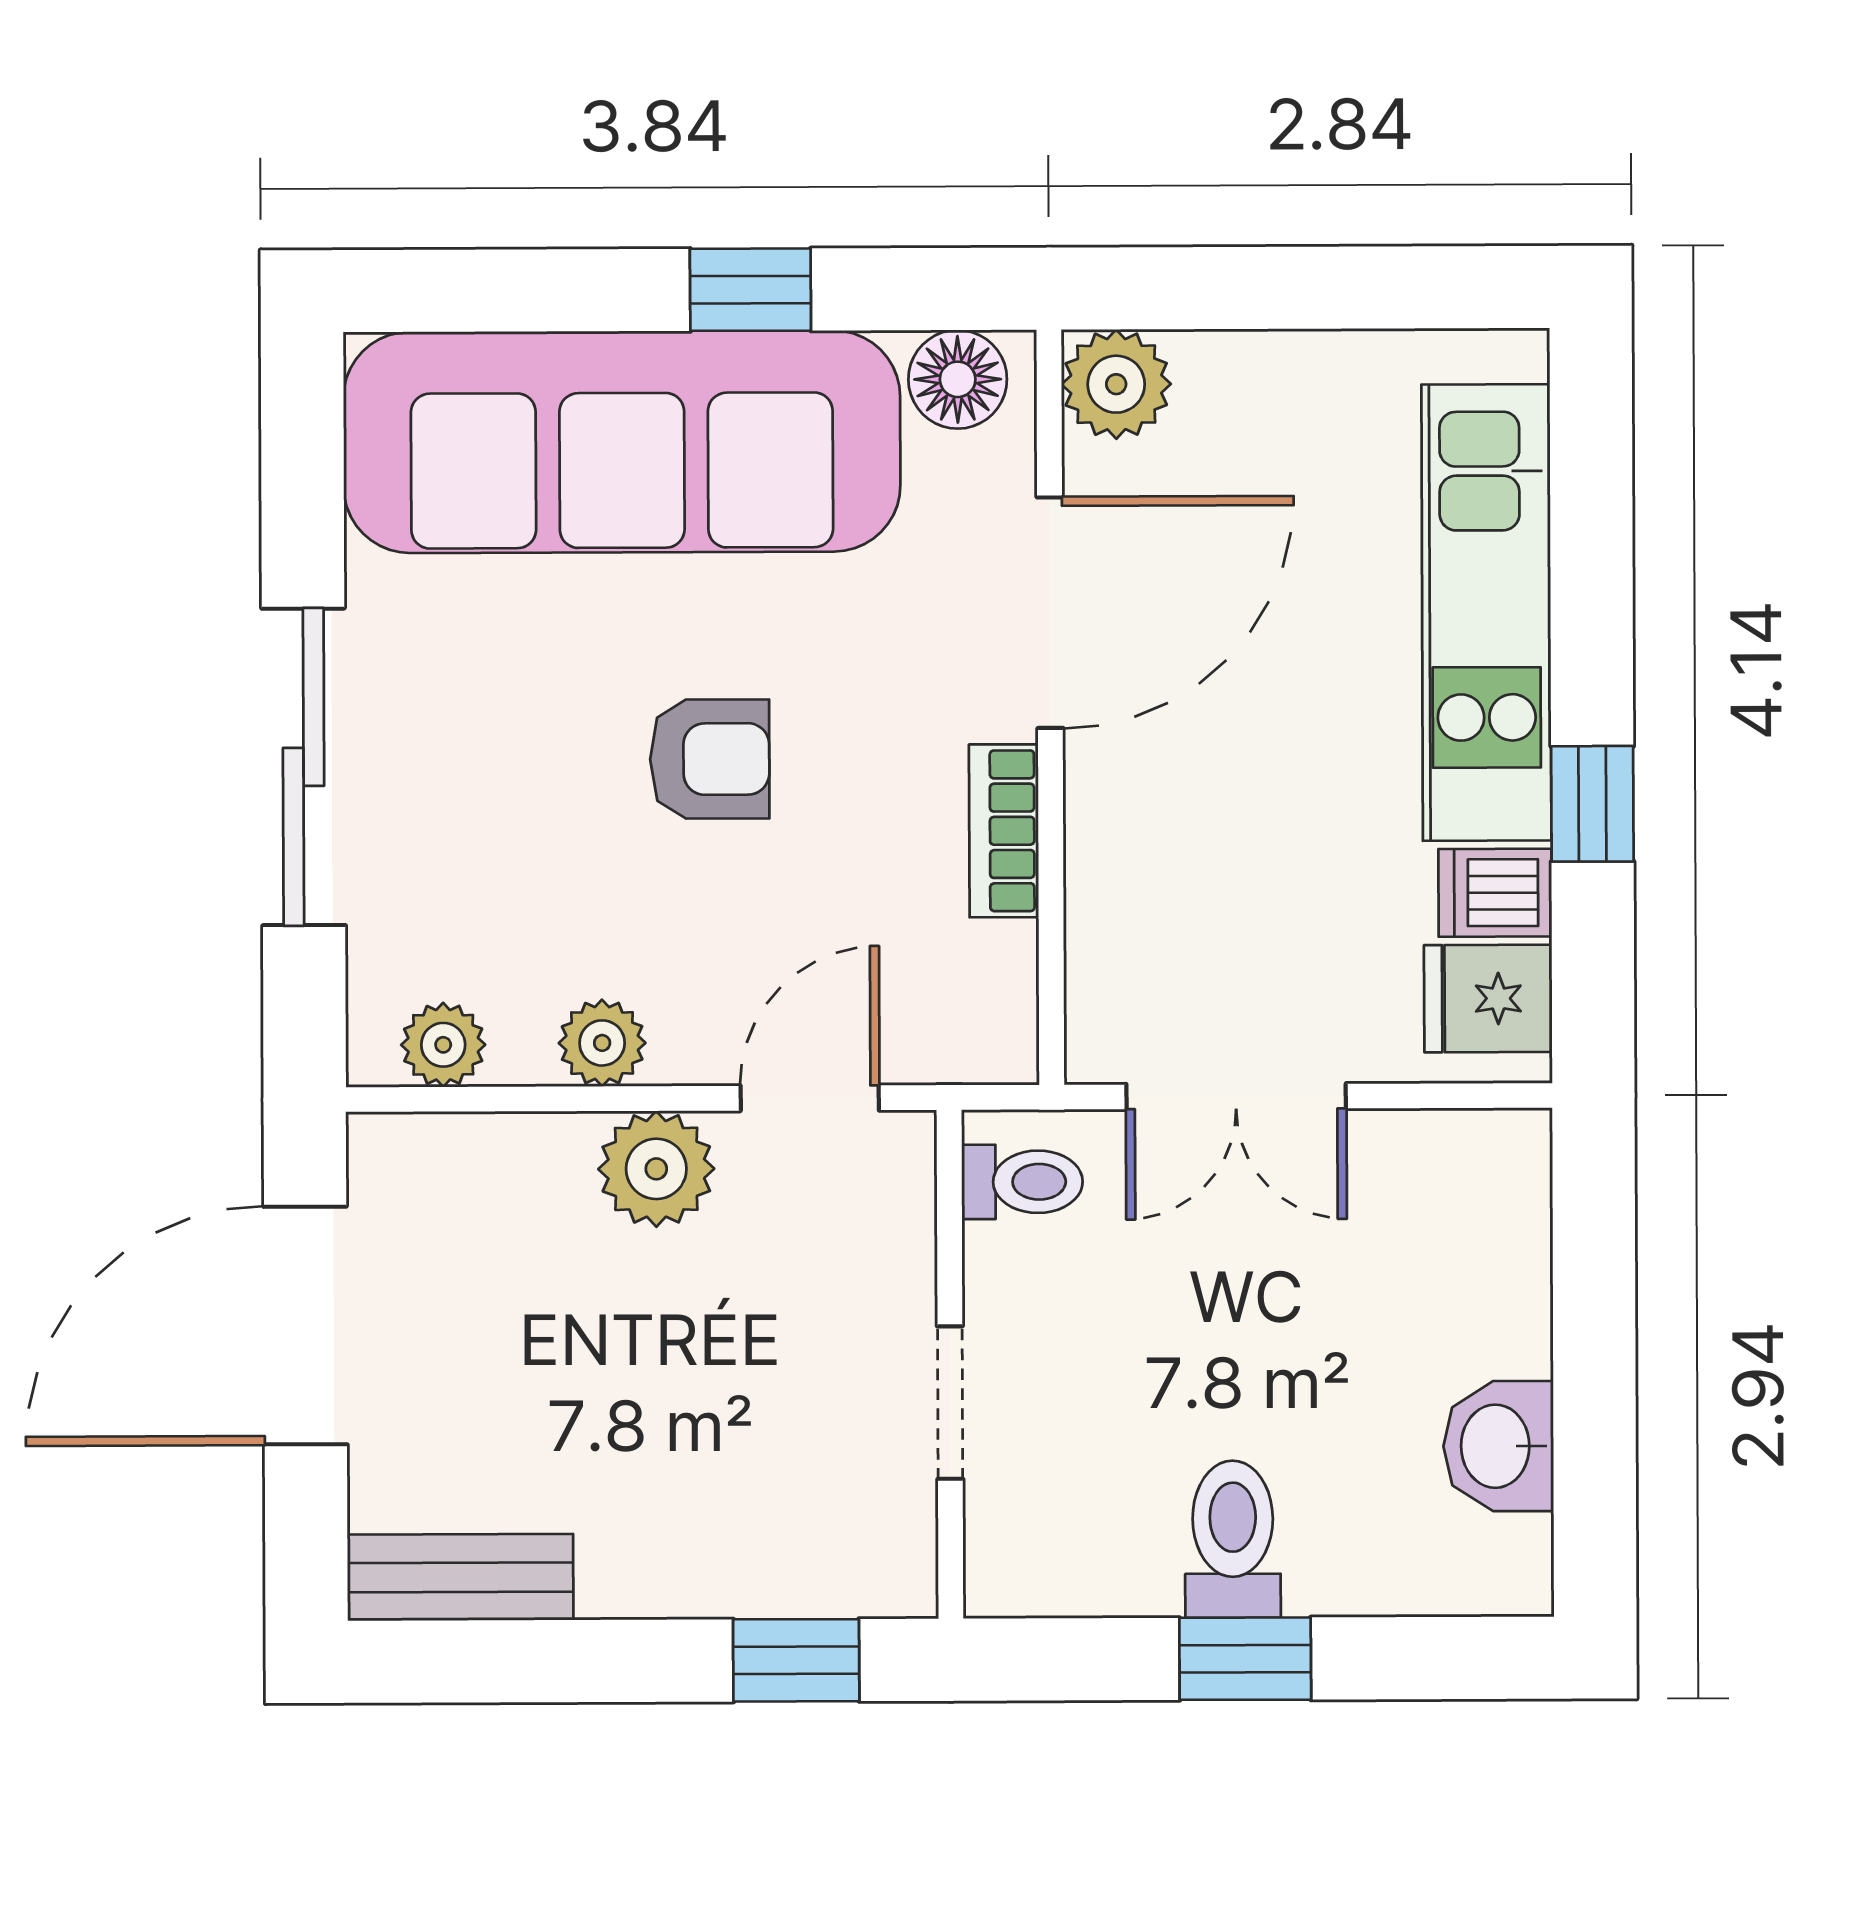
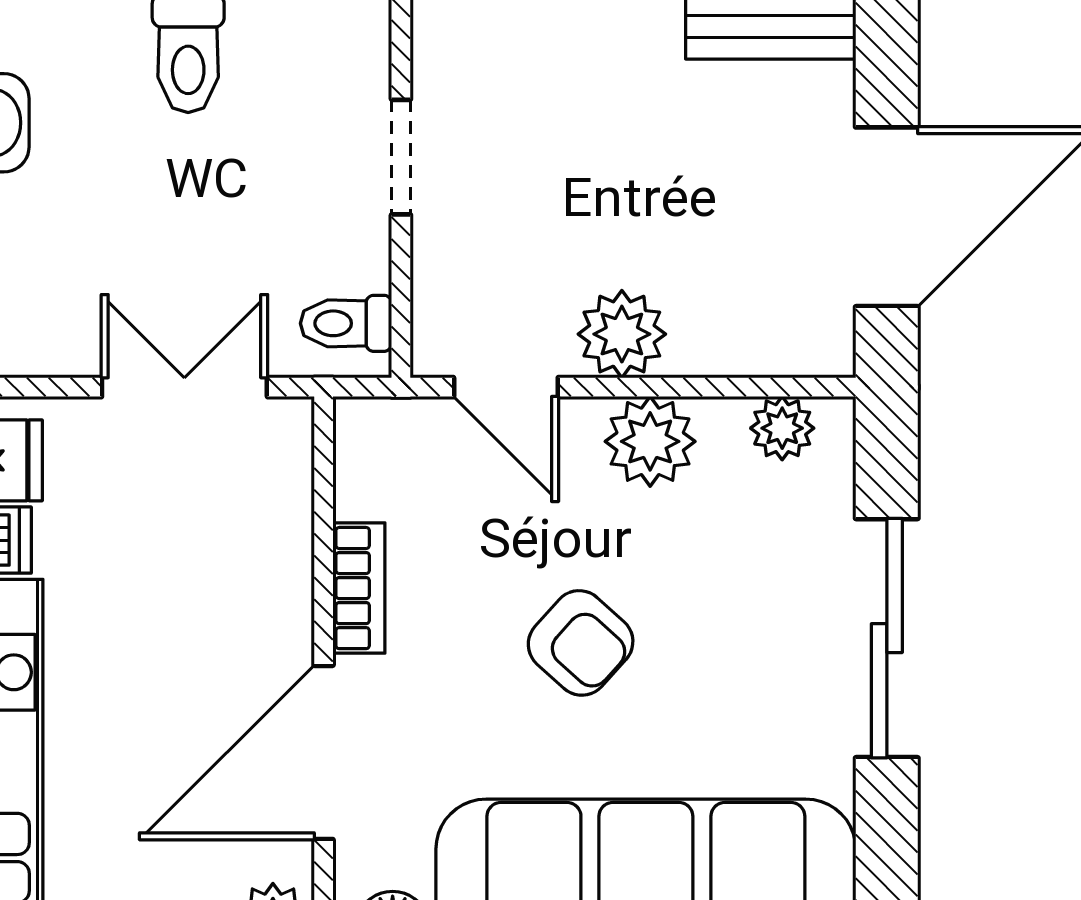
armchair: (710, 759) -> (581, 643), turned -138
plant: (602, 1043) -> (650, 441), width x1.38, depth x1.38
door: (810, 1098) -> (506, 387), hinge flipped

